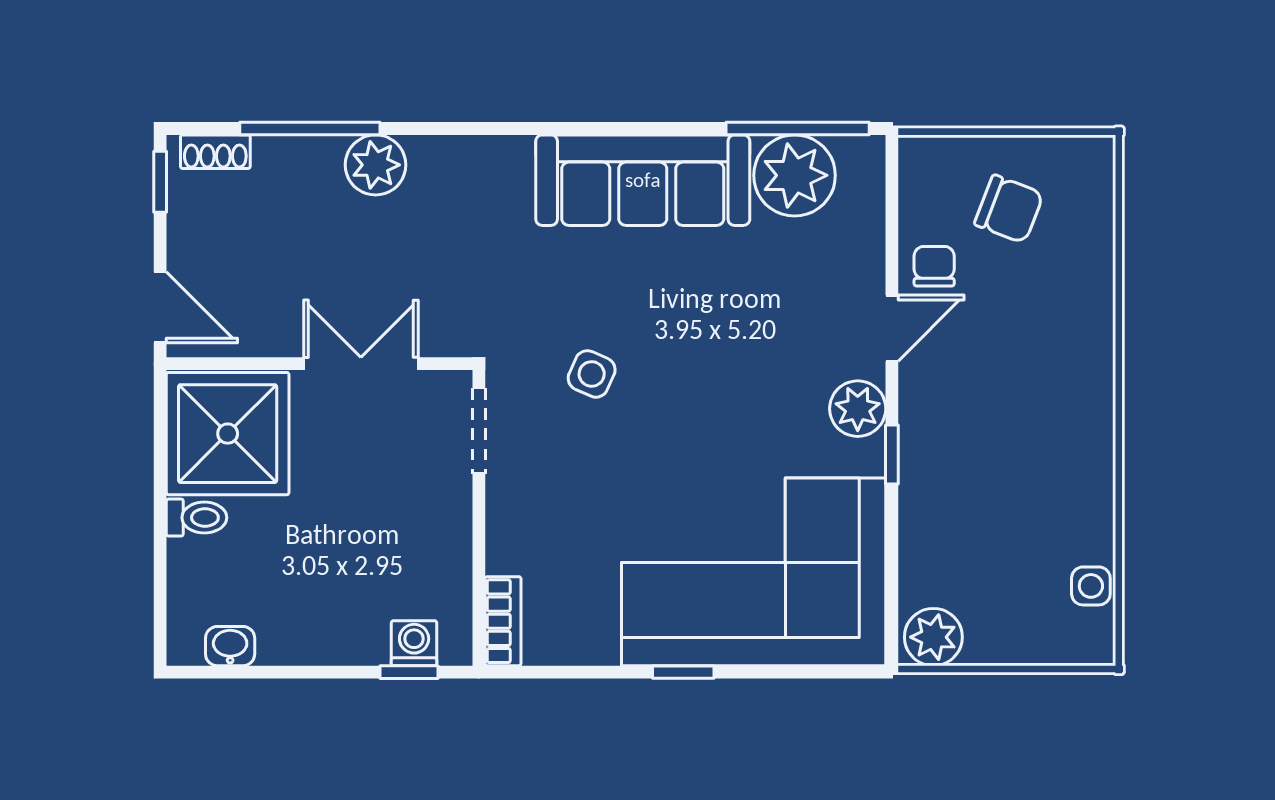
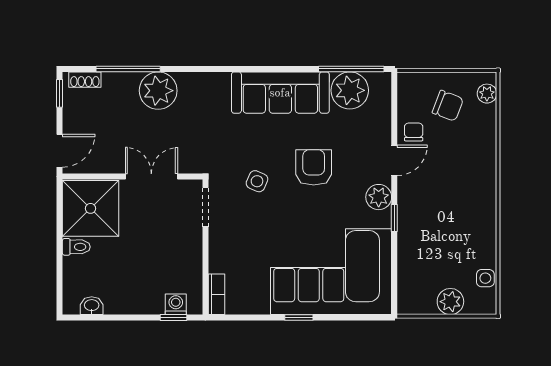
plant: (376, 165) -> (158, 91), width x1.36, depth x1.36
plant: (1095, 182) -> (487, 94), added
door: (160, 307) -> (60, 151), hinge flipped
armchair: (715, 344) -> (314, 167), added
plant: (933, 637) -> (450, 302), moved

